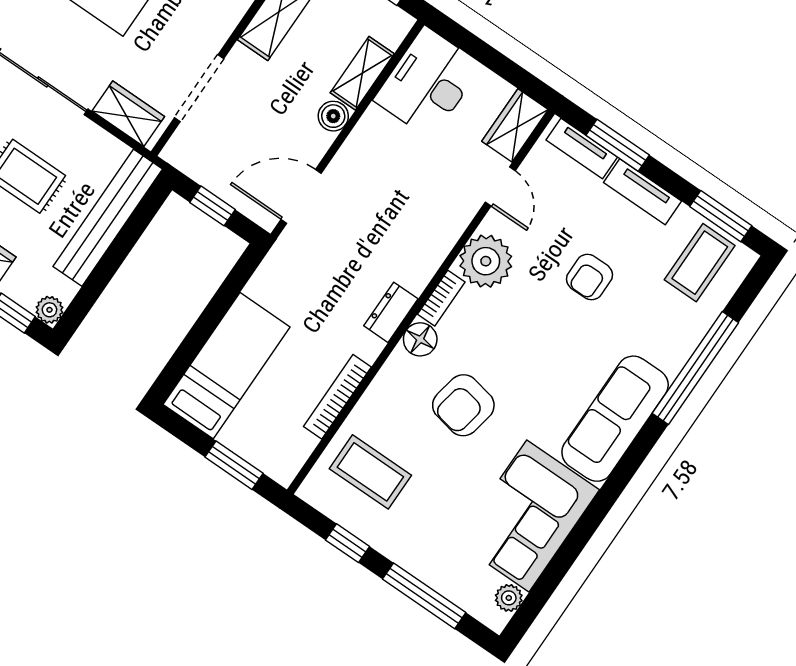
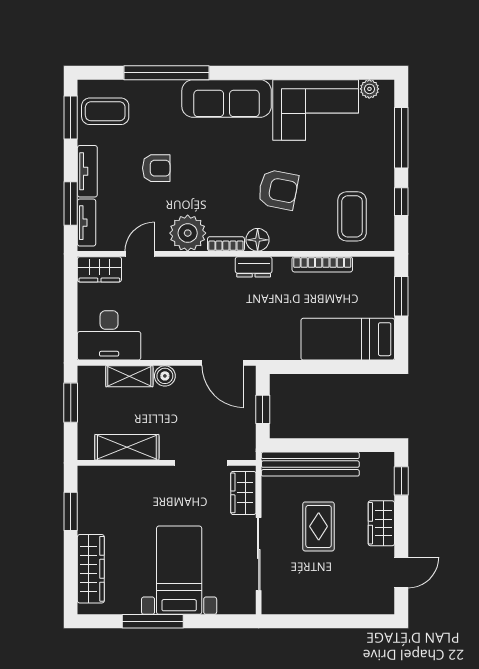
plant: (49, 310) -> (385, 461), removed

